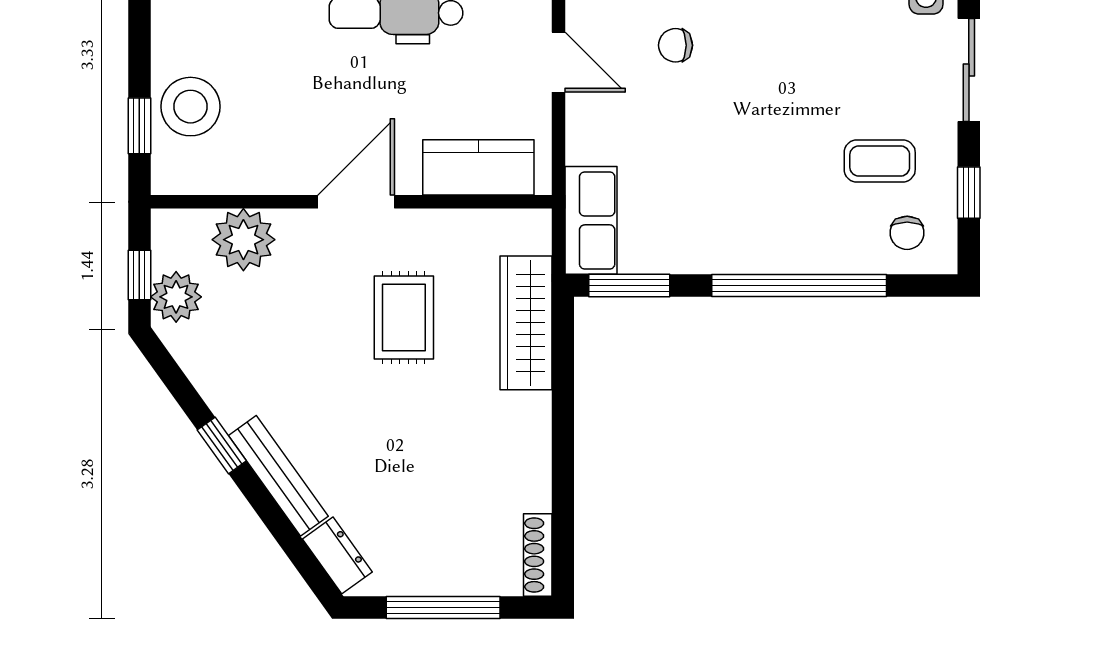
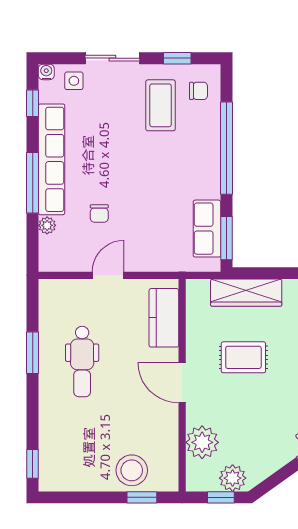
coffee table: (880, 161) -> (161, 105), width x1.36, depth x1.30
row of seats: (591, 220) -> (207, 229), moved, turned -90

